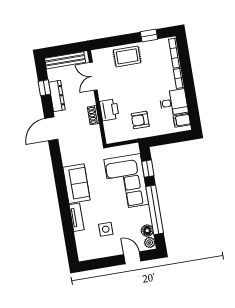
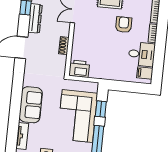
printer: (109, 110) -> (79, 69), moved, turned -90
armchair: (140, 120) -> (124, 25), moved, turned 90

